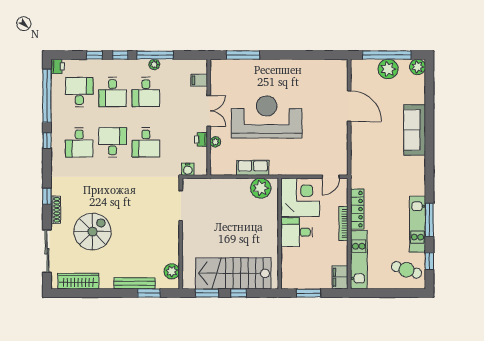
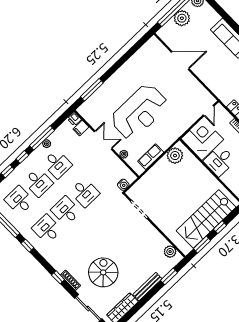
reception desk: (267, 117) -> (139, 112), turned 180
printer: (201, 139) -> (74, 119), moved
desk: (79, 142) -> (47, 229), turned 180
row of seats: (253, 168) -> (151, 157), moved
bench: (135, 283) -> (147, 287), moved

